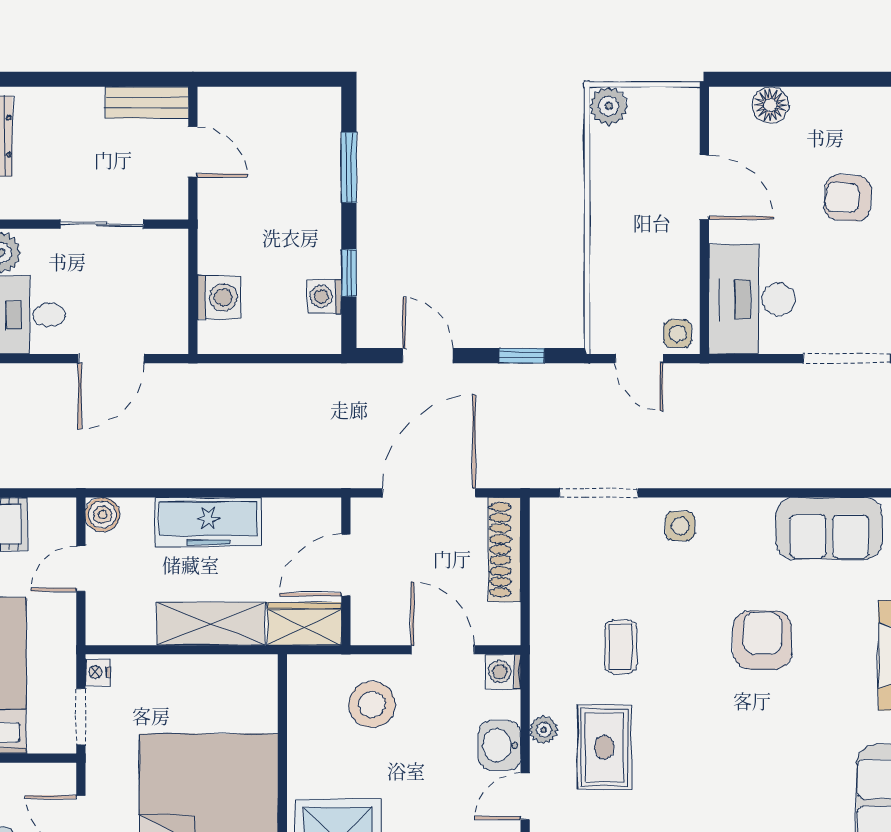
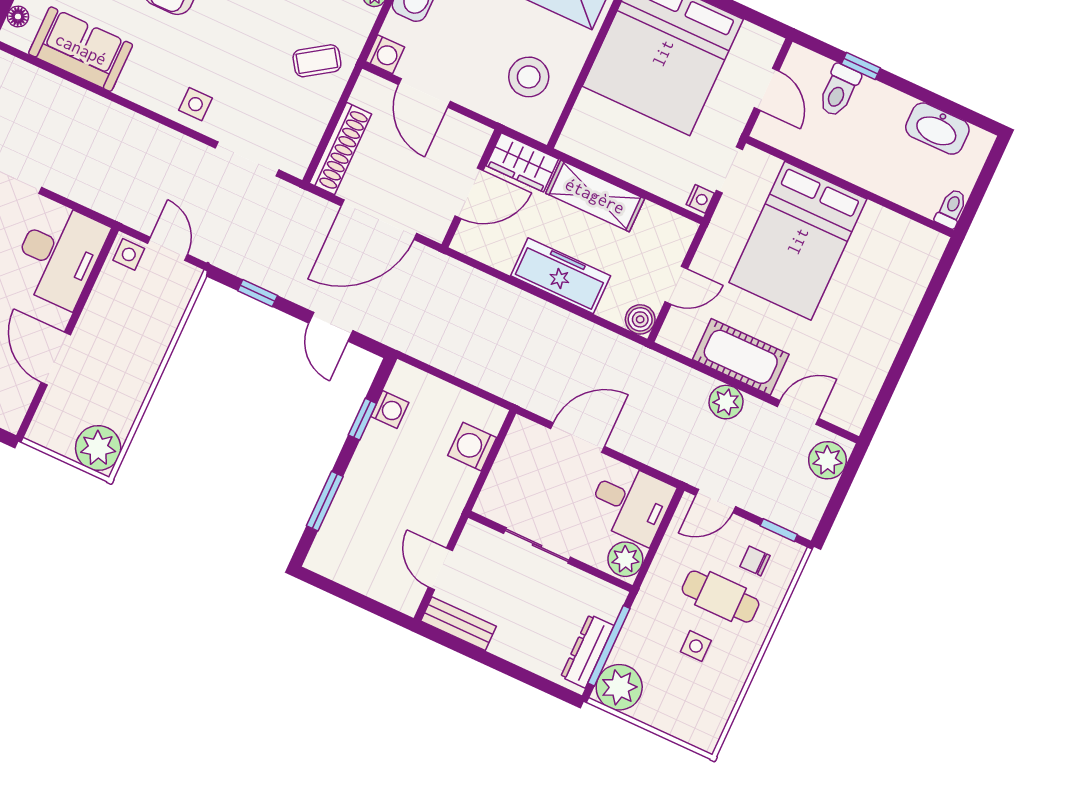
plant: (609, 106) -> (98, 448), width x1.36, depth x1.36
coffee table: (621, 647) -> (317, 61), moved, turned 56
stool: (372, 704) -> (529, 77), moved

